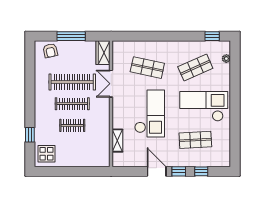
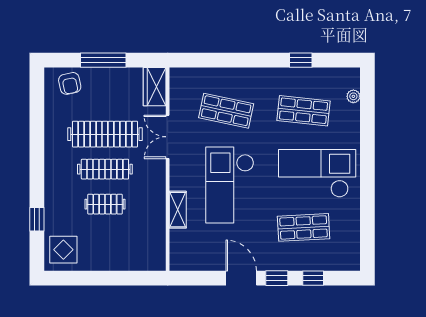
window: (212, 36) -> (301, 60), moved
shop shelf: (195, 68) -> (304, 111), turned 30
checkout: (150, 114) -> (230, 185), turned 180
shelving: (117, 141) -> (178, 210), moved

